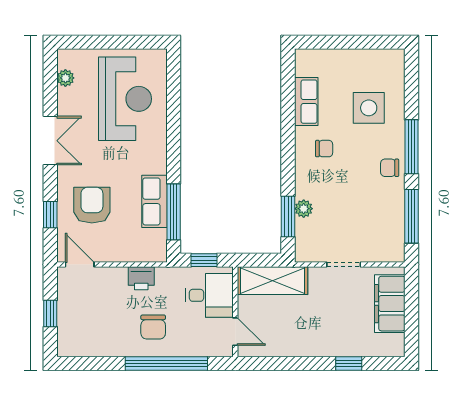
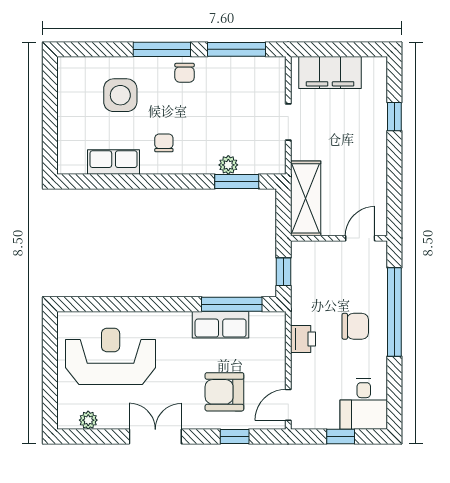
desk: (209, 295) -> (364, 404), moved, turned 180

